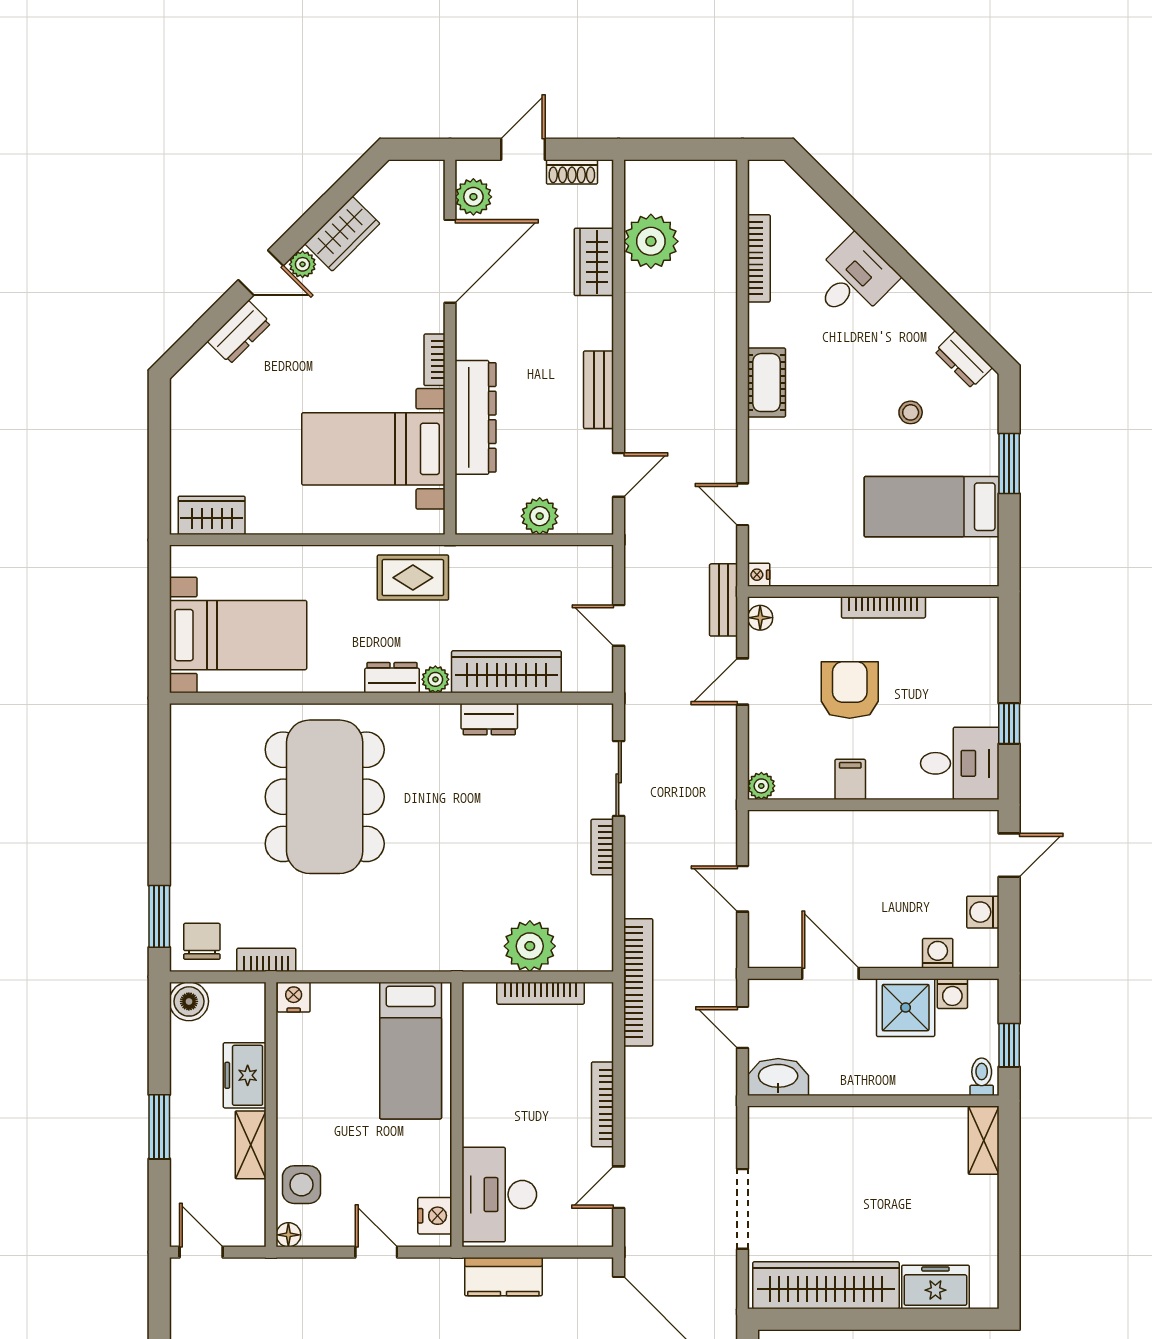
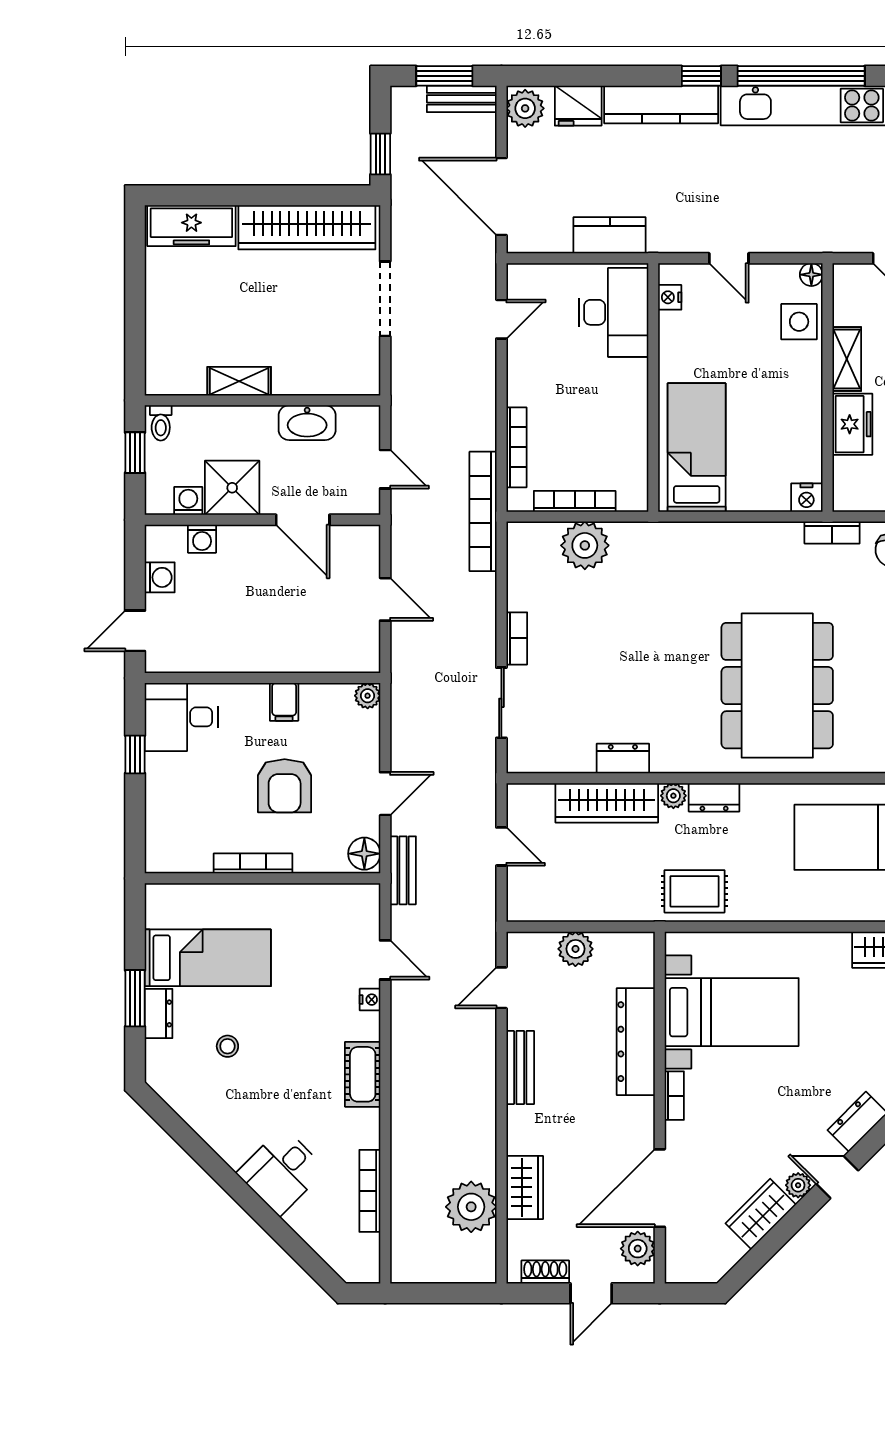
dresser: (963, 359) -> (159, 1013), moved, turned 45
nightstand: (759, 575) -> (370, 1000), moved
floor lamp: (760, 618) -> (364, 854), width x1.37, depth x1.37
washbasin: (778, 1077) -> (307, 423), moved
bookcase: (603, 1104) -> (517, 447), moved
shelving: (984, 1140) -> (239, 381), moved, turned 90
nightstand: (435, 1216) -> (670, 297), width x0.72, depth x0.74
freezer: (935, 1287) -> (191, 226), width x1.40

